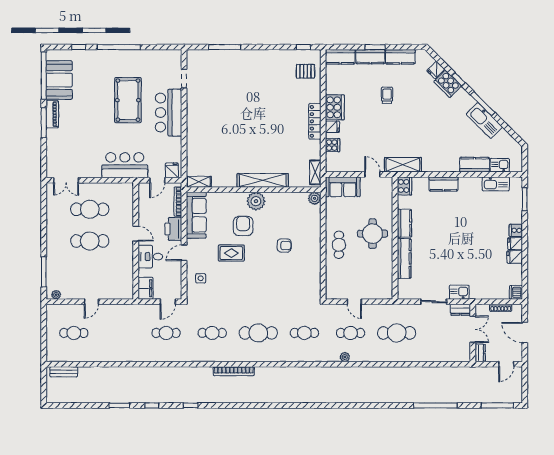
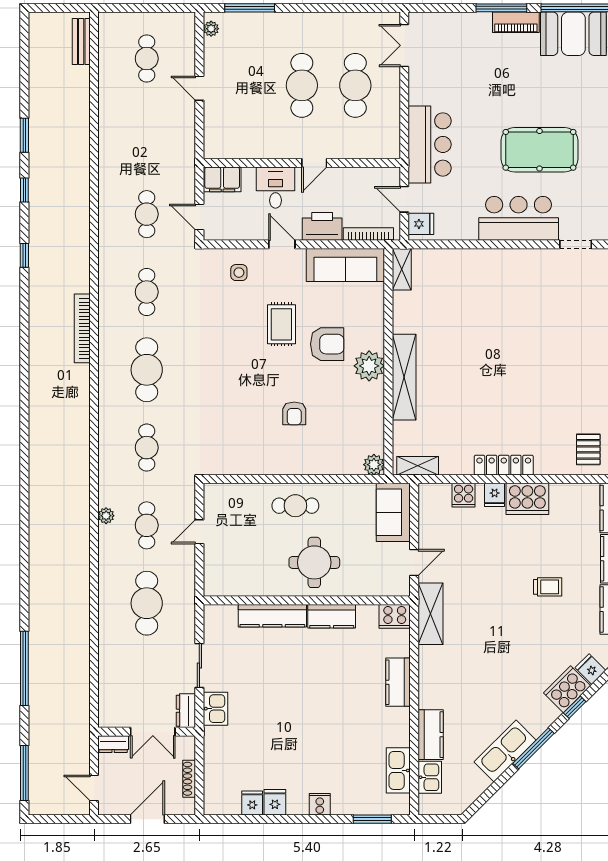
fridge: (515, 244) -> (252, 803), moved
dishwasher: (516, 292) -> (215, 804), removed

